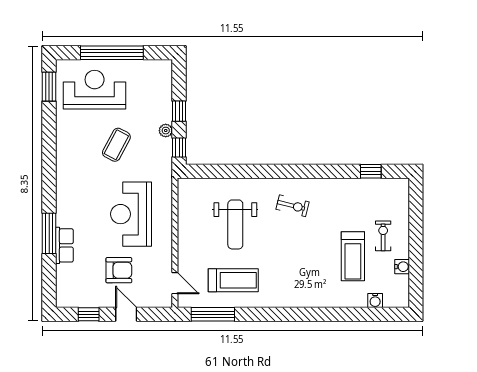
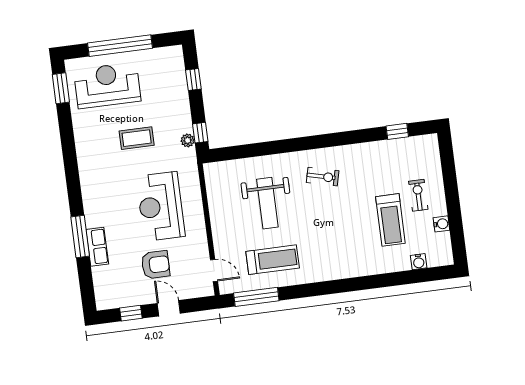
window: (179, 111) -> (193, 79), moved
plant: (166, 131) -> (188, 140), moved
coffee table: (116, 145) -> (137, 138), turned 62

